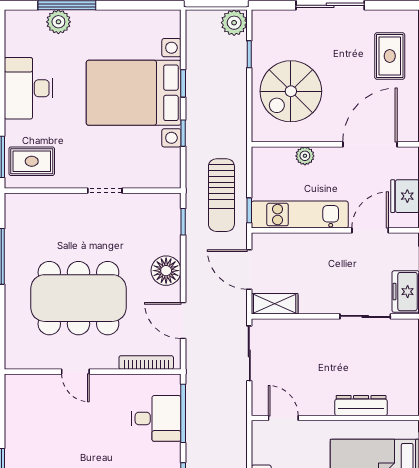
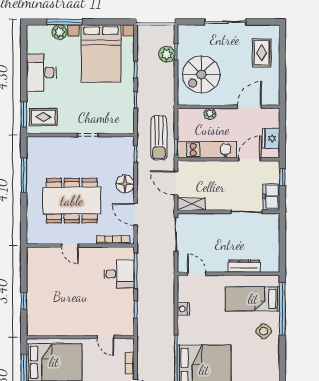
plant: (234, 23) -> (167, 54), moved
bed with nightstands: (134, 93) -> (101, 53), moved, turned -90
door: (370, 144) -> (250, 107), width x0.73

